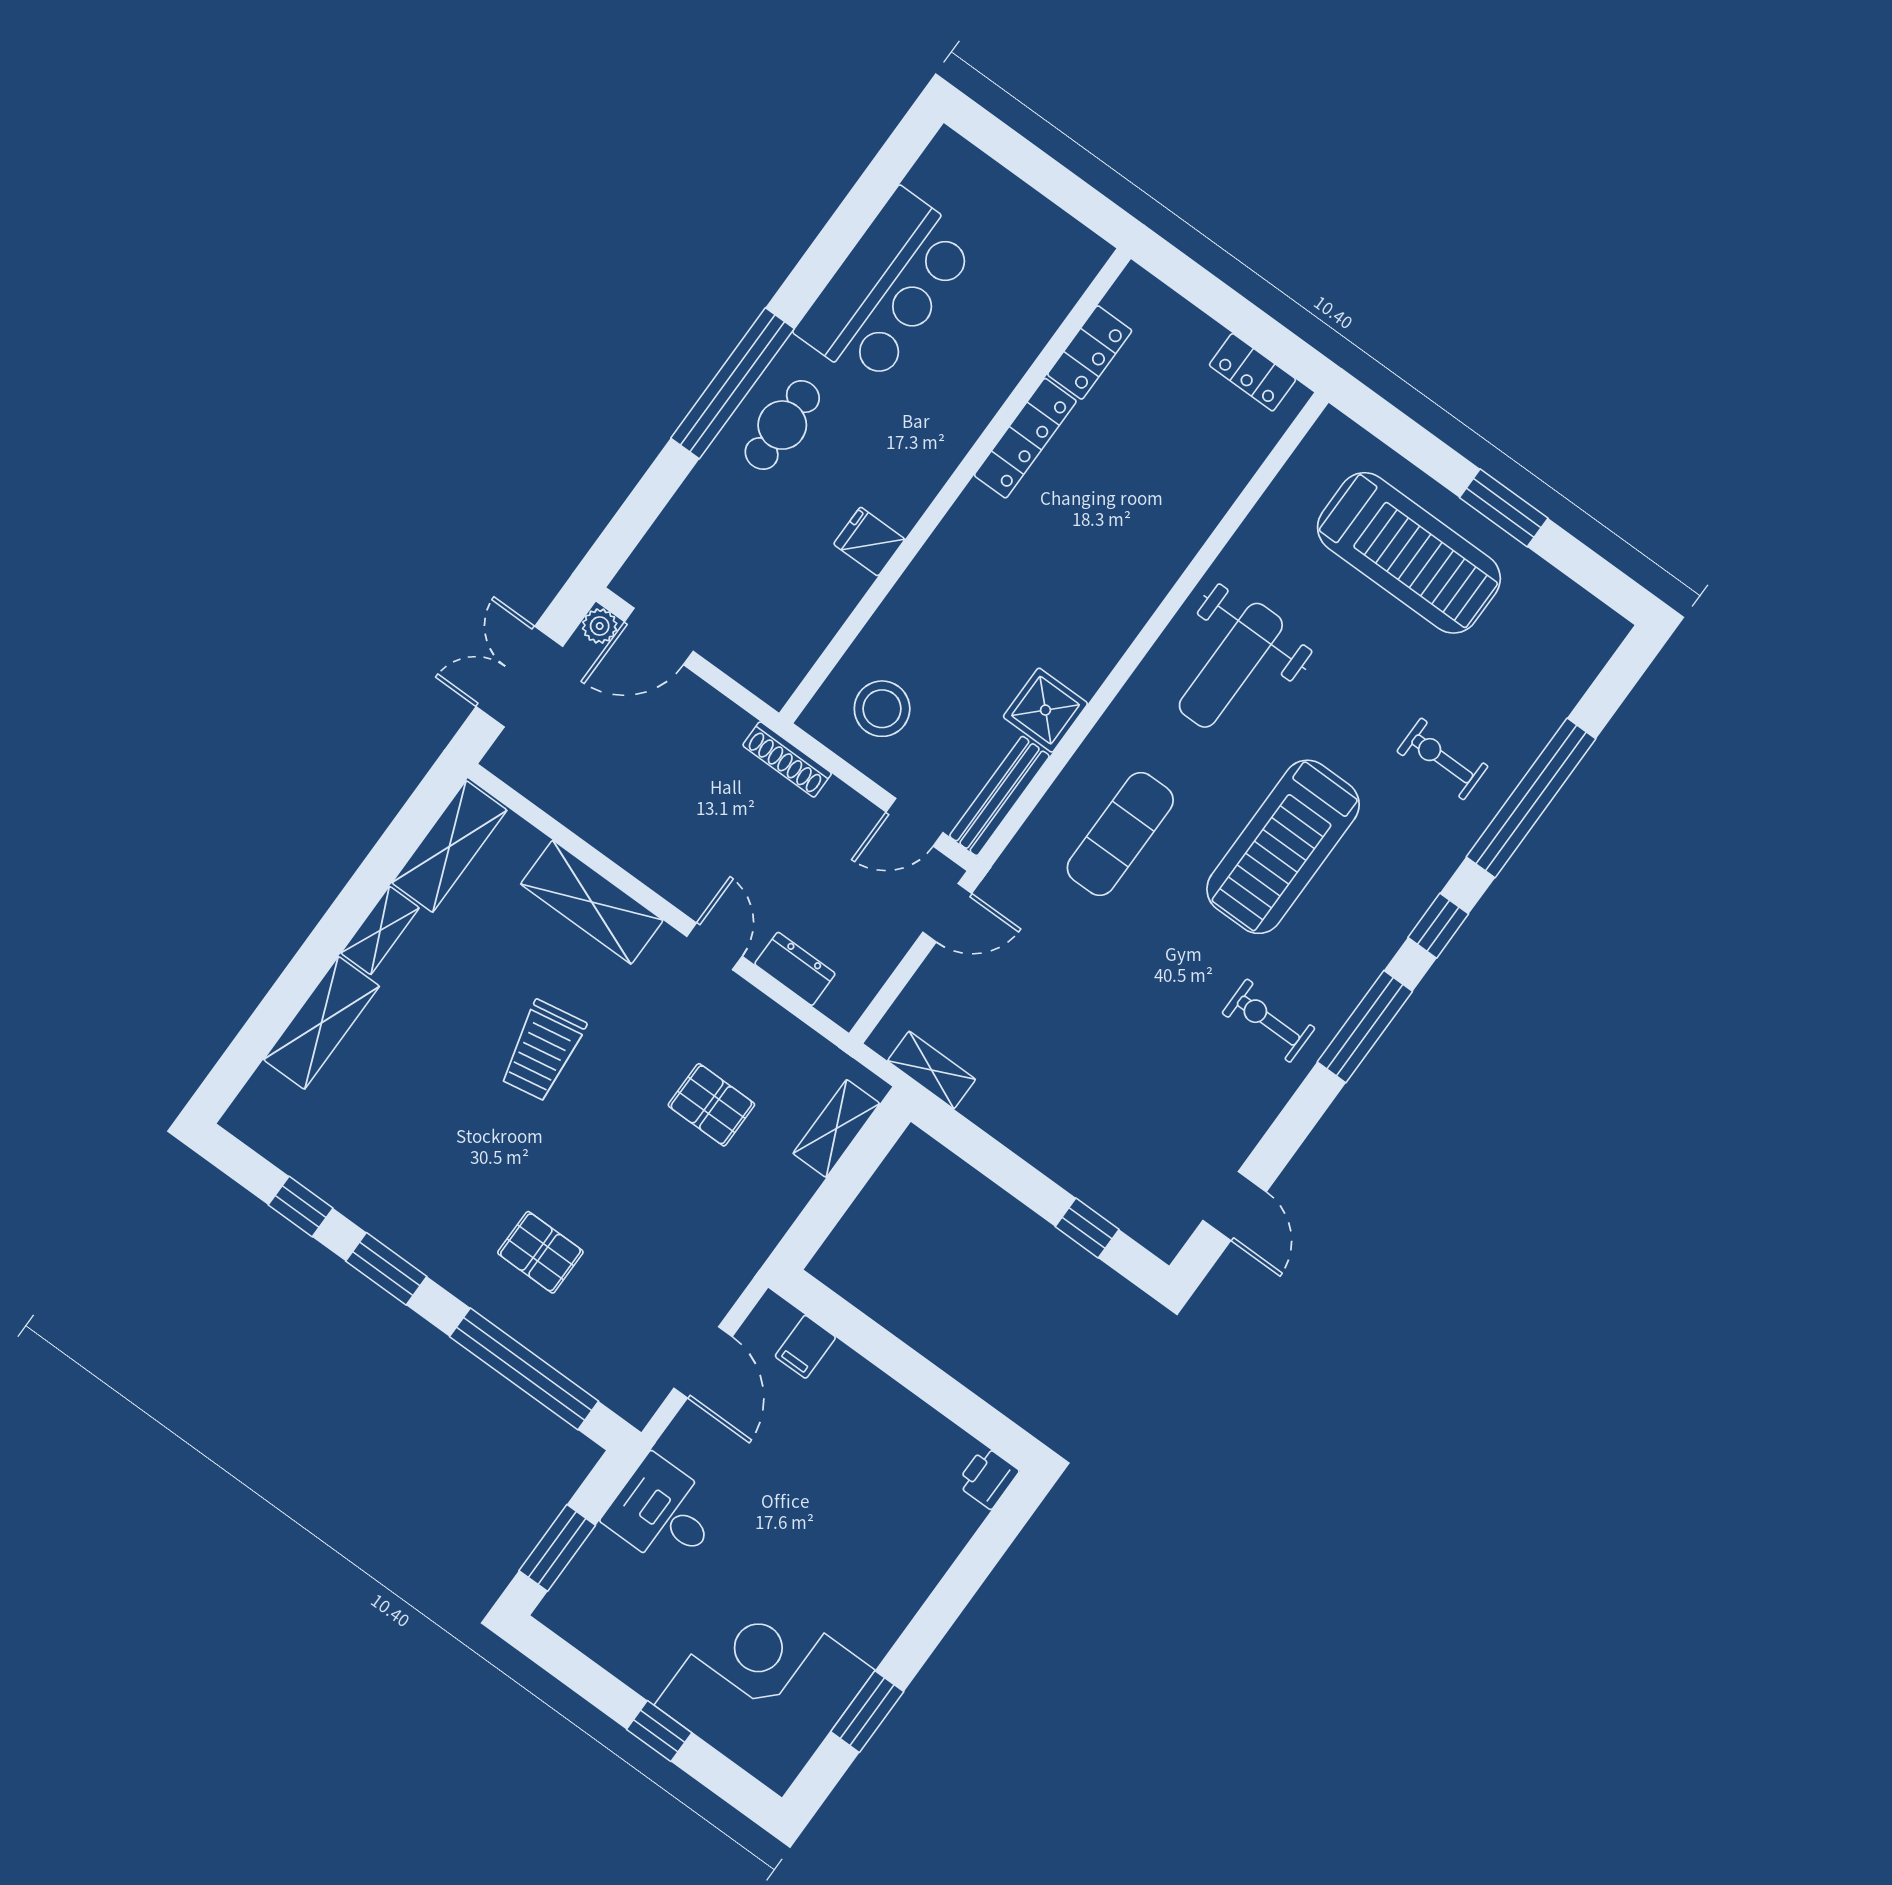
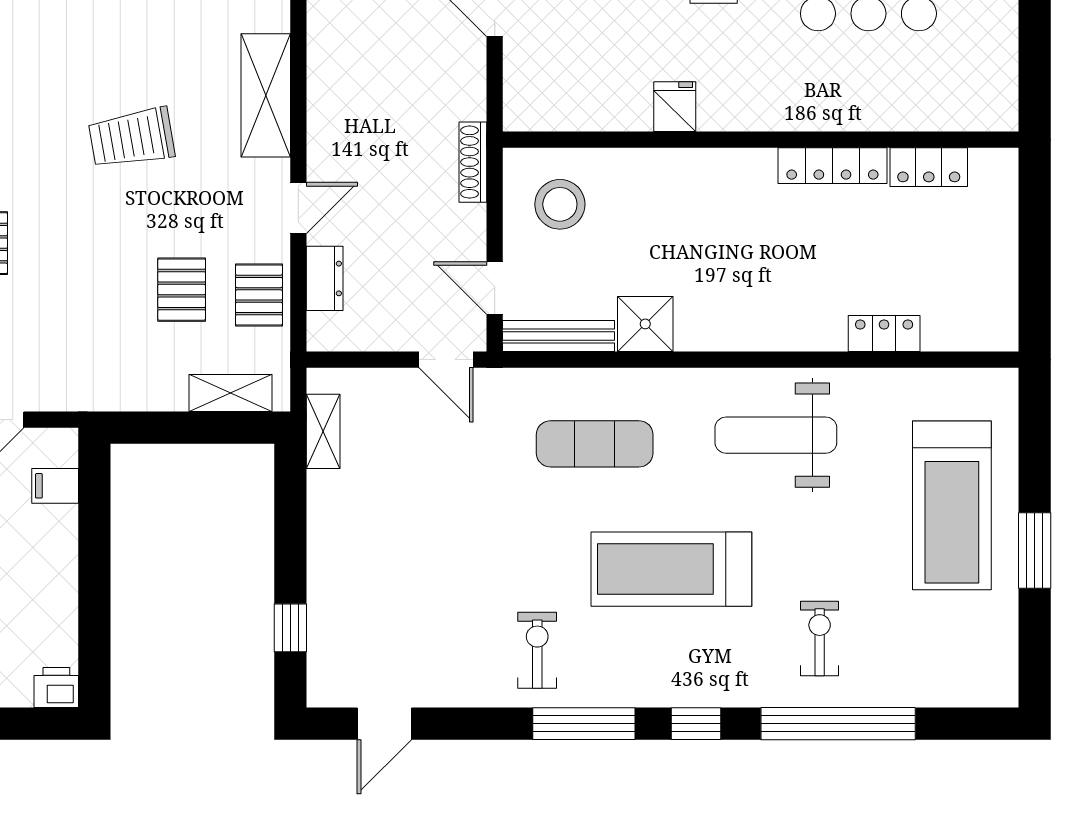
locker: (1253, 372) -> (884, 334), moved, turned 90
pallet: (767, 1039) -> (259, 295), added

